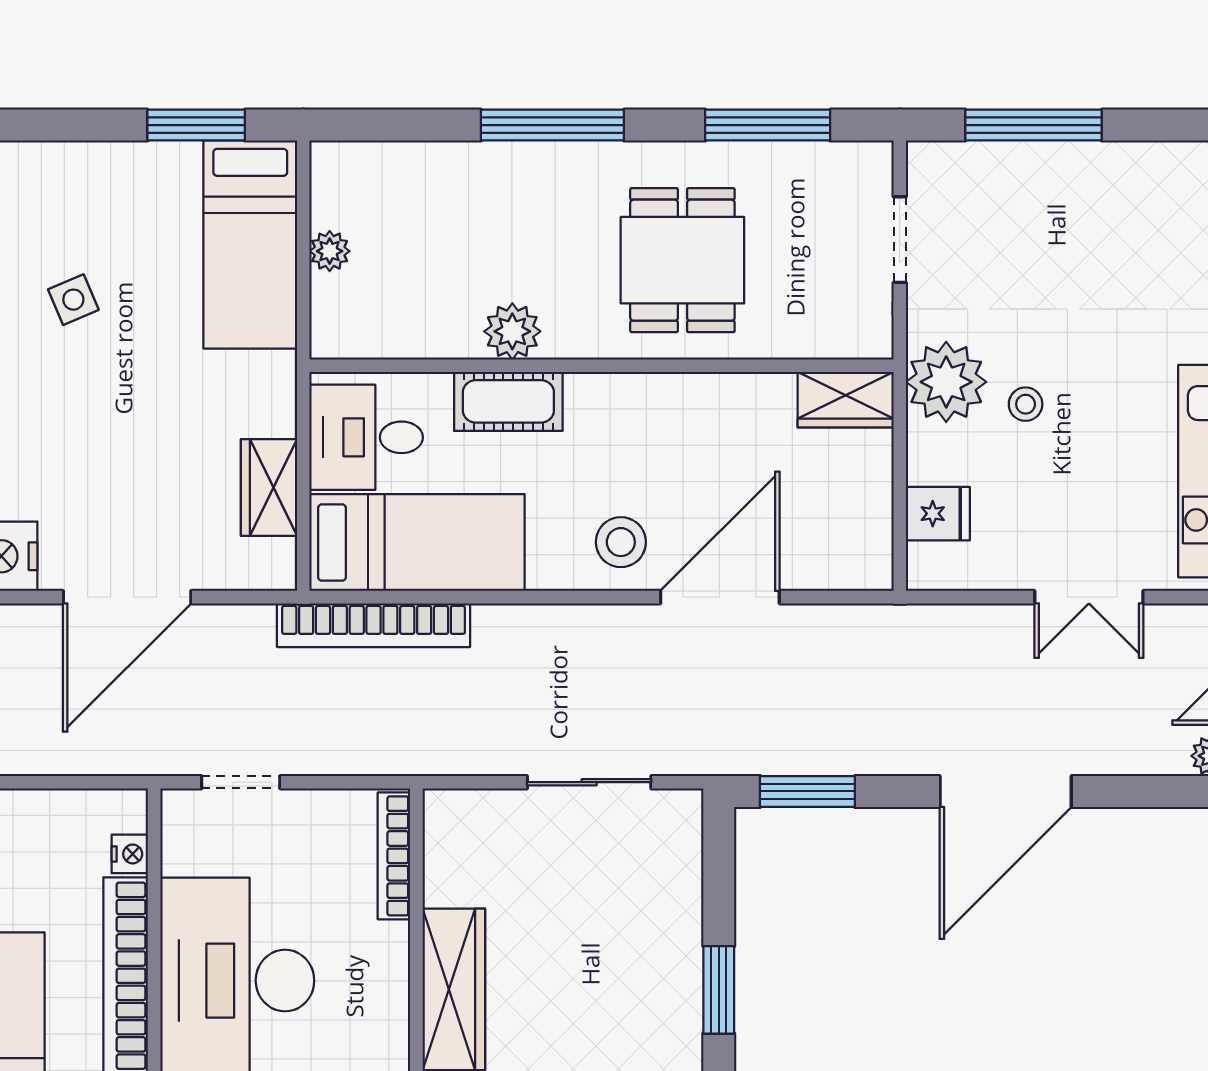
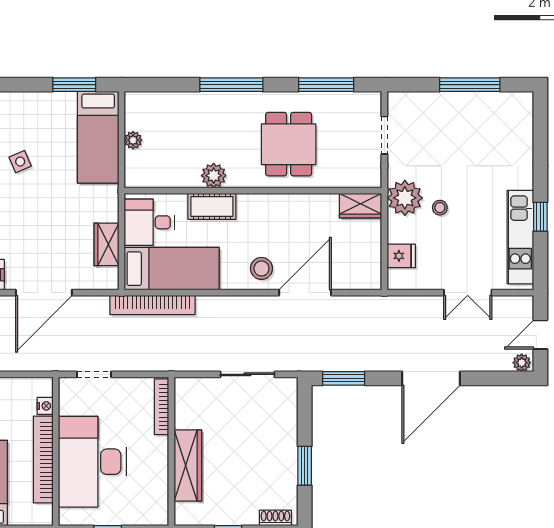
window: (1034, 125) -> (470, 85), moved

